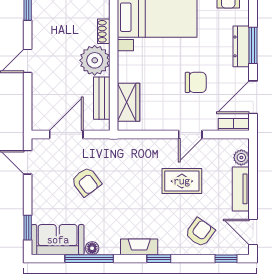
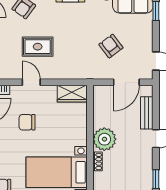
bench: (102, 98) -> (147, 113), moved
wardrobe: (128, 102) -> (72, 94), moved, turned -90
door: (190, 134) -> (31, 82), hinge flipped

